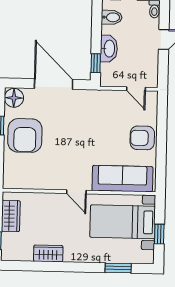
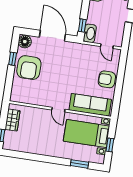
washbasin: (109, 49) -> (90, 33), moved
wardrobe: (48, 253) -> (34, 148), removed

